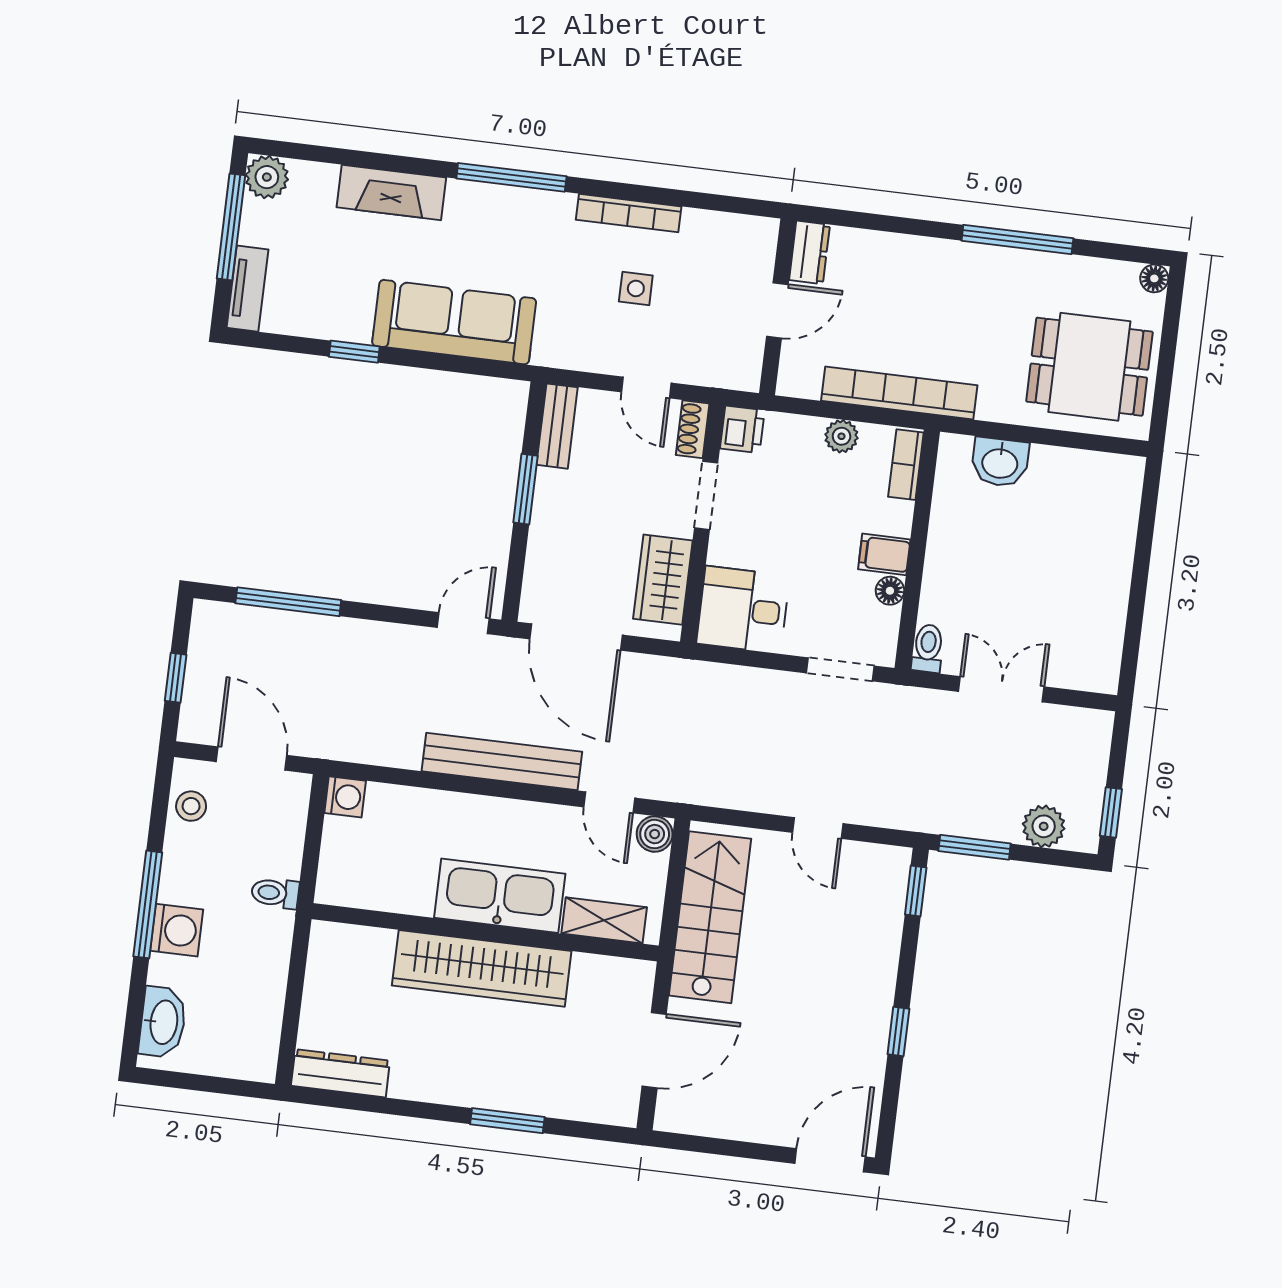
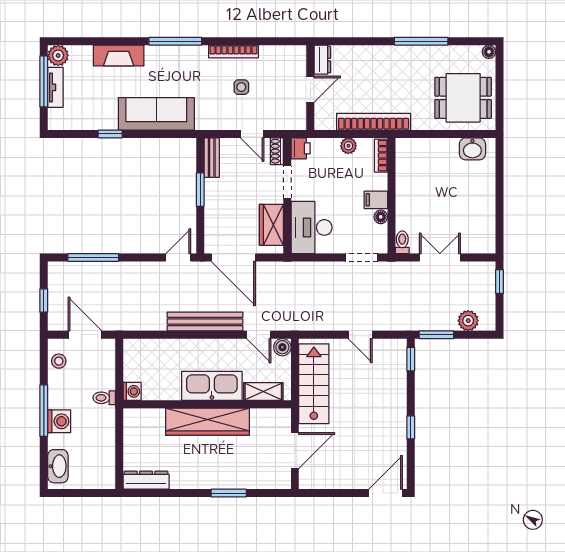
tv unit: (247, 289) -> (55, 87), moved
washbasin: (1000, 462) -> (472, 149), moved
desk: (743, 610) -> (312, 227), width x1.37
washing machine: (345, 797) -> (132, 391), moved
window: (1111, 812) -> (500, 282), moved

